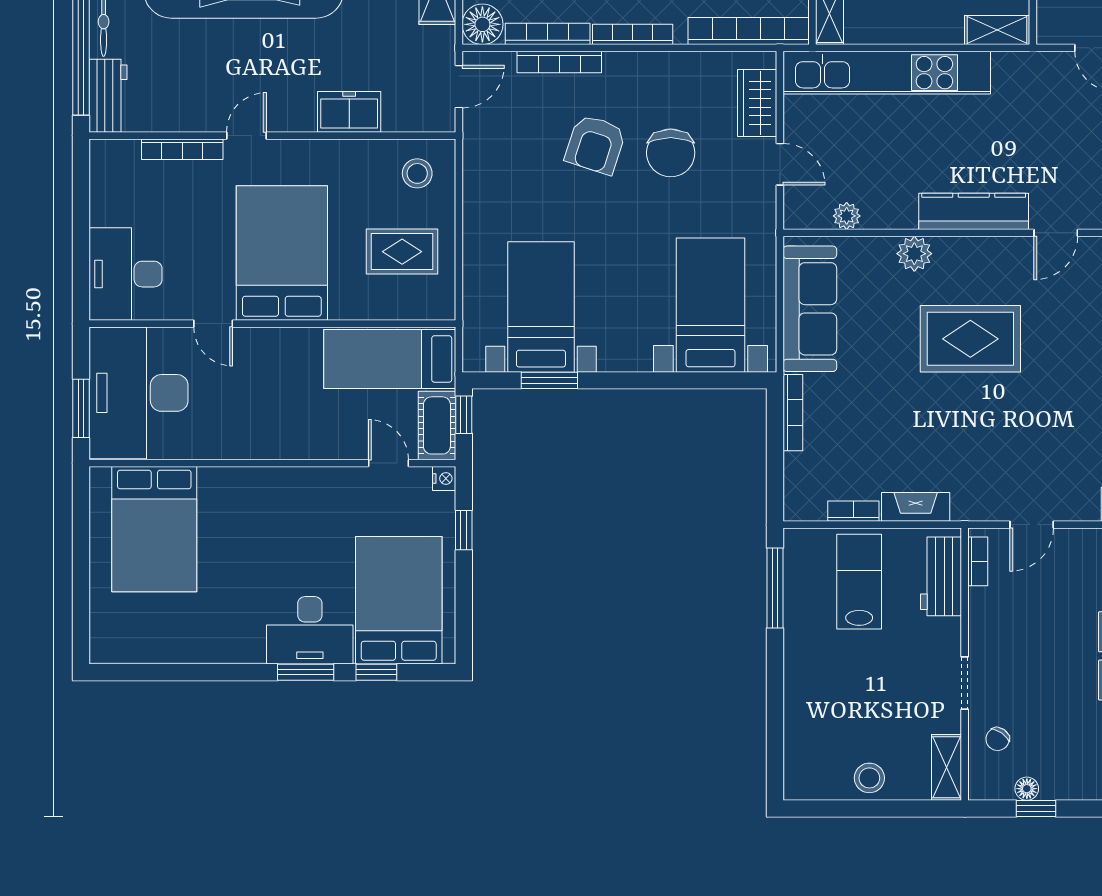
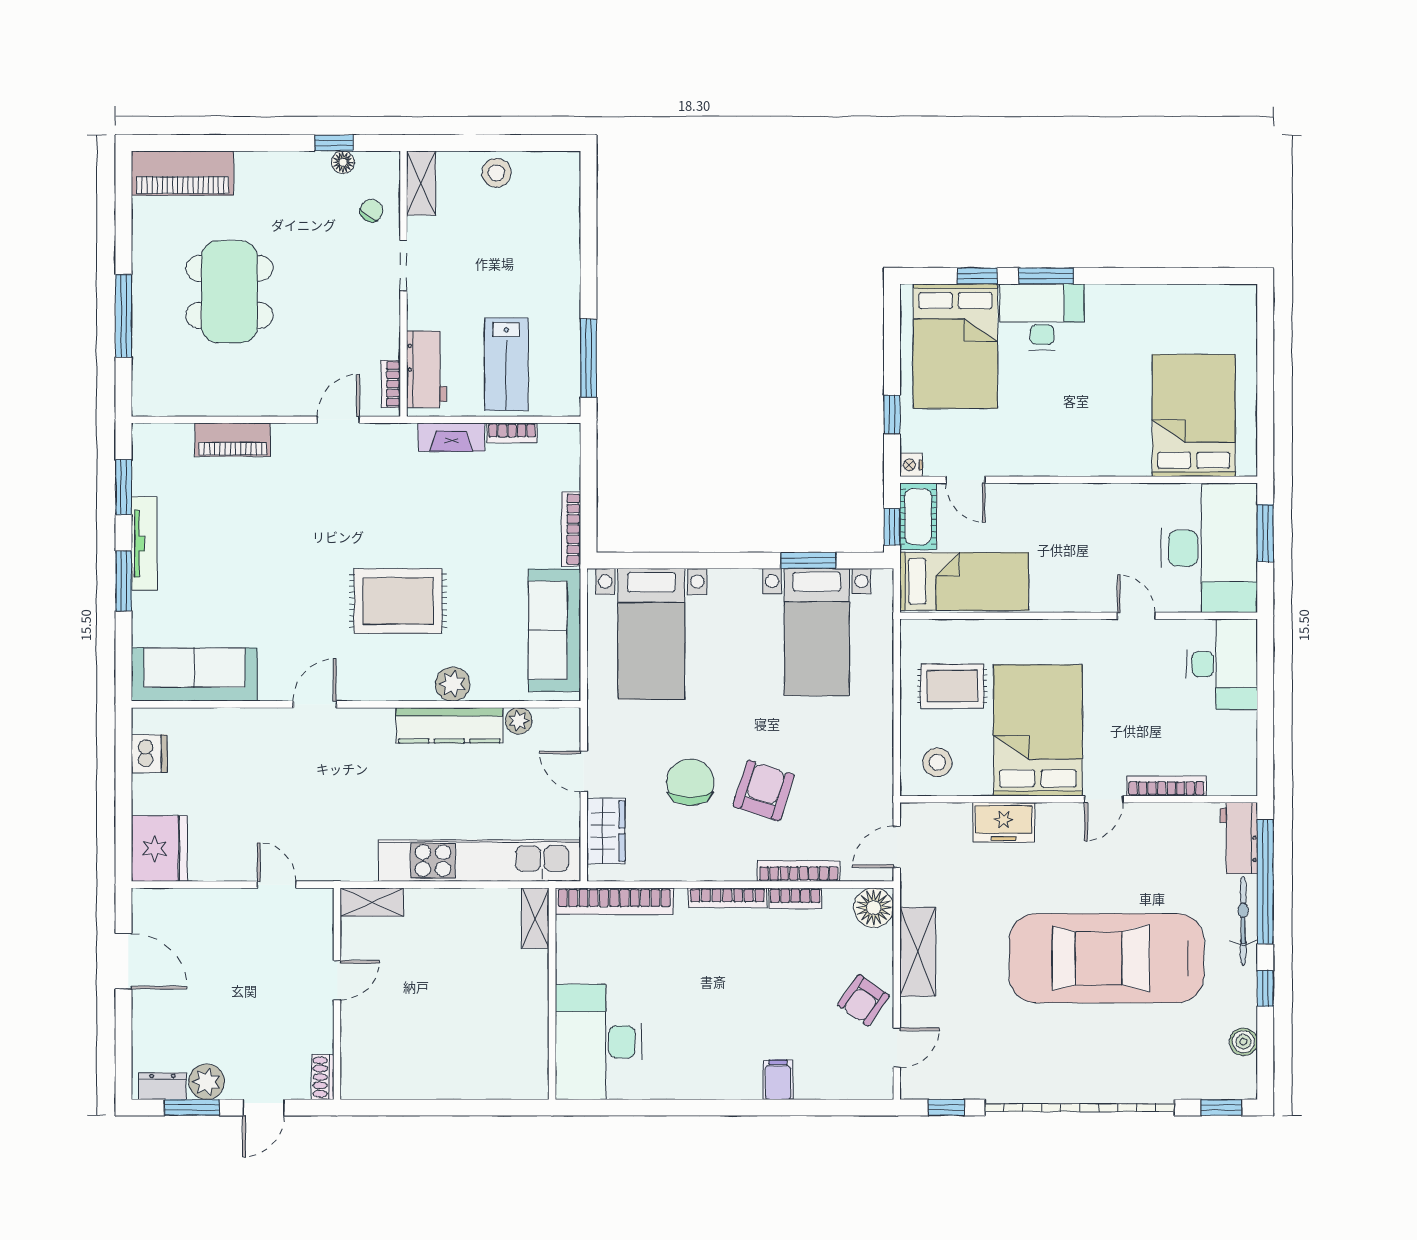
bookcase: (548, 34) -> (795, 898), width x0.64
kitchen counter: (974, 211) -> (449, 725), moved
bed: (282, 253) -> (1038, 730), moved, turned 180

